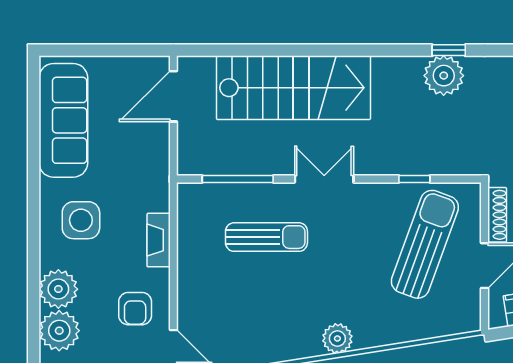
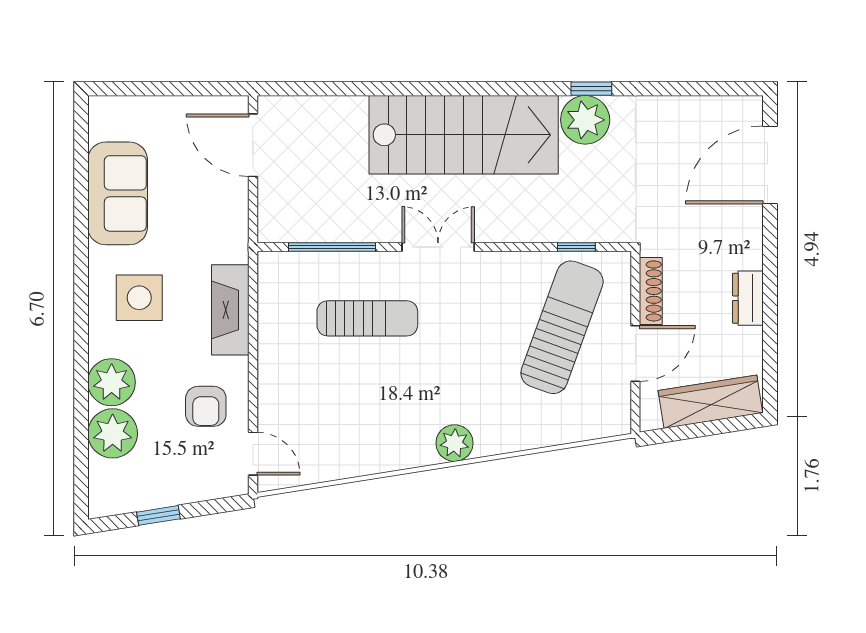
stairs: (293, 88) -> (464, 135), moved
door: (173, 96) -> (253, 145), hinge flipped
sofa: (63, 120) -> (118, 193), width x0.73
window: (414, 179) -> (576, 247), moved
fireplace: (159, 240) -> (230, 310), width x1.37, depth x1.32

